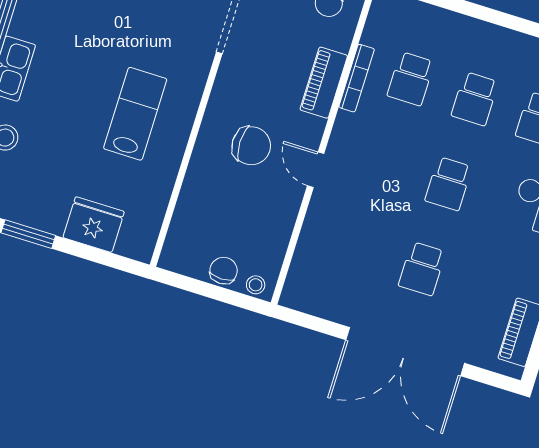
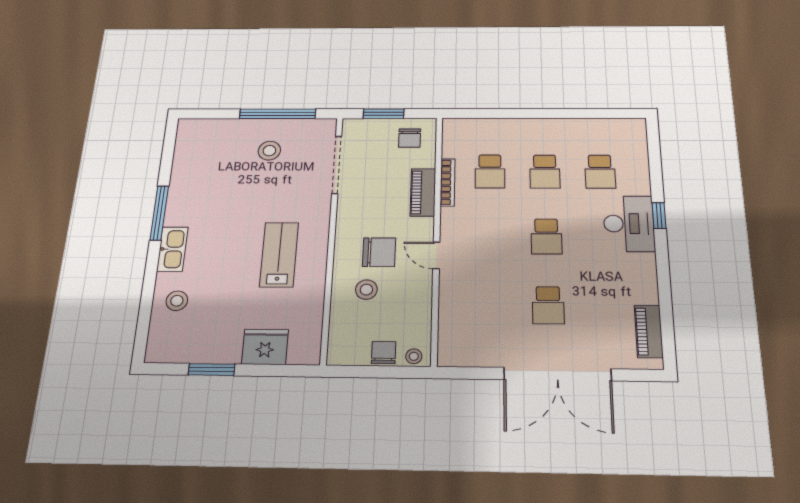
stool: (224, 189) -> (366, 290), added

